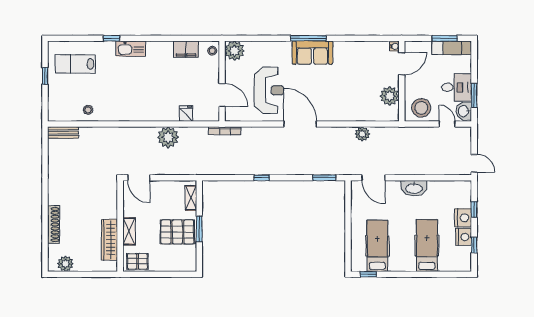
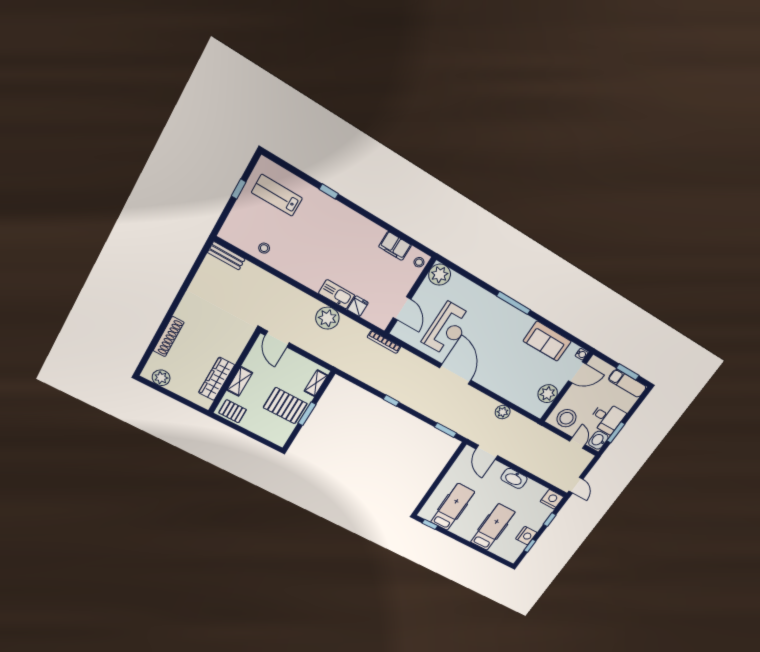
kitchen sink: (131, 49) -> (337, 294), moved, turned 180
sofa: (312, 53) -> (547, 341), moved
nightstand: (463, 218) -> (552, 499), moved, turned -90

